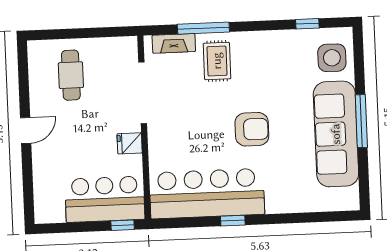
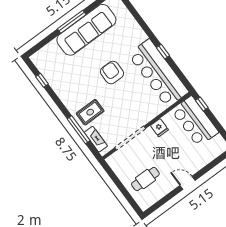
side table: (332, 58) -> (50, 57), removed

